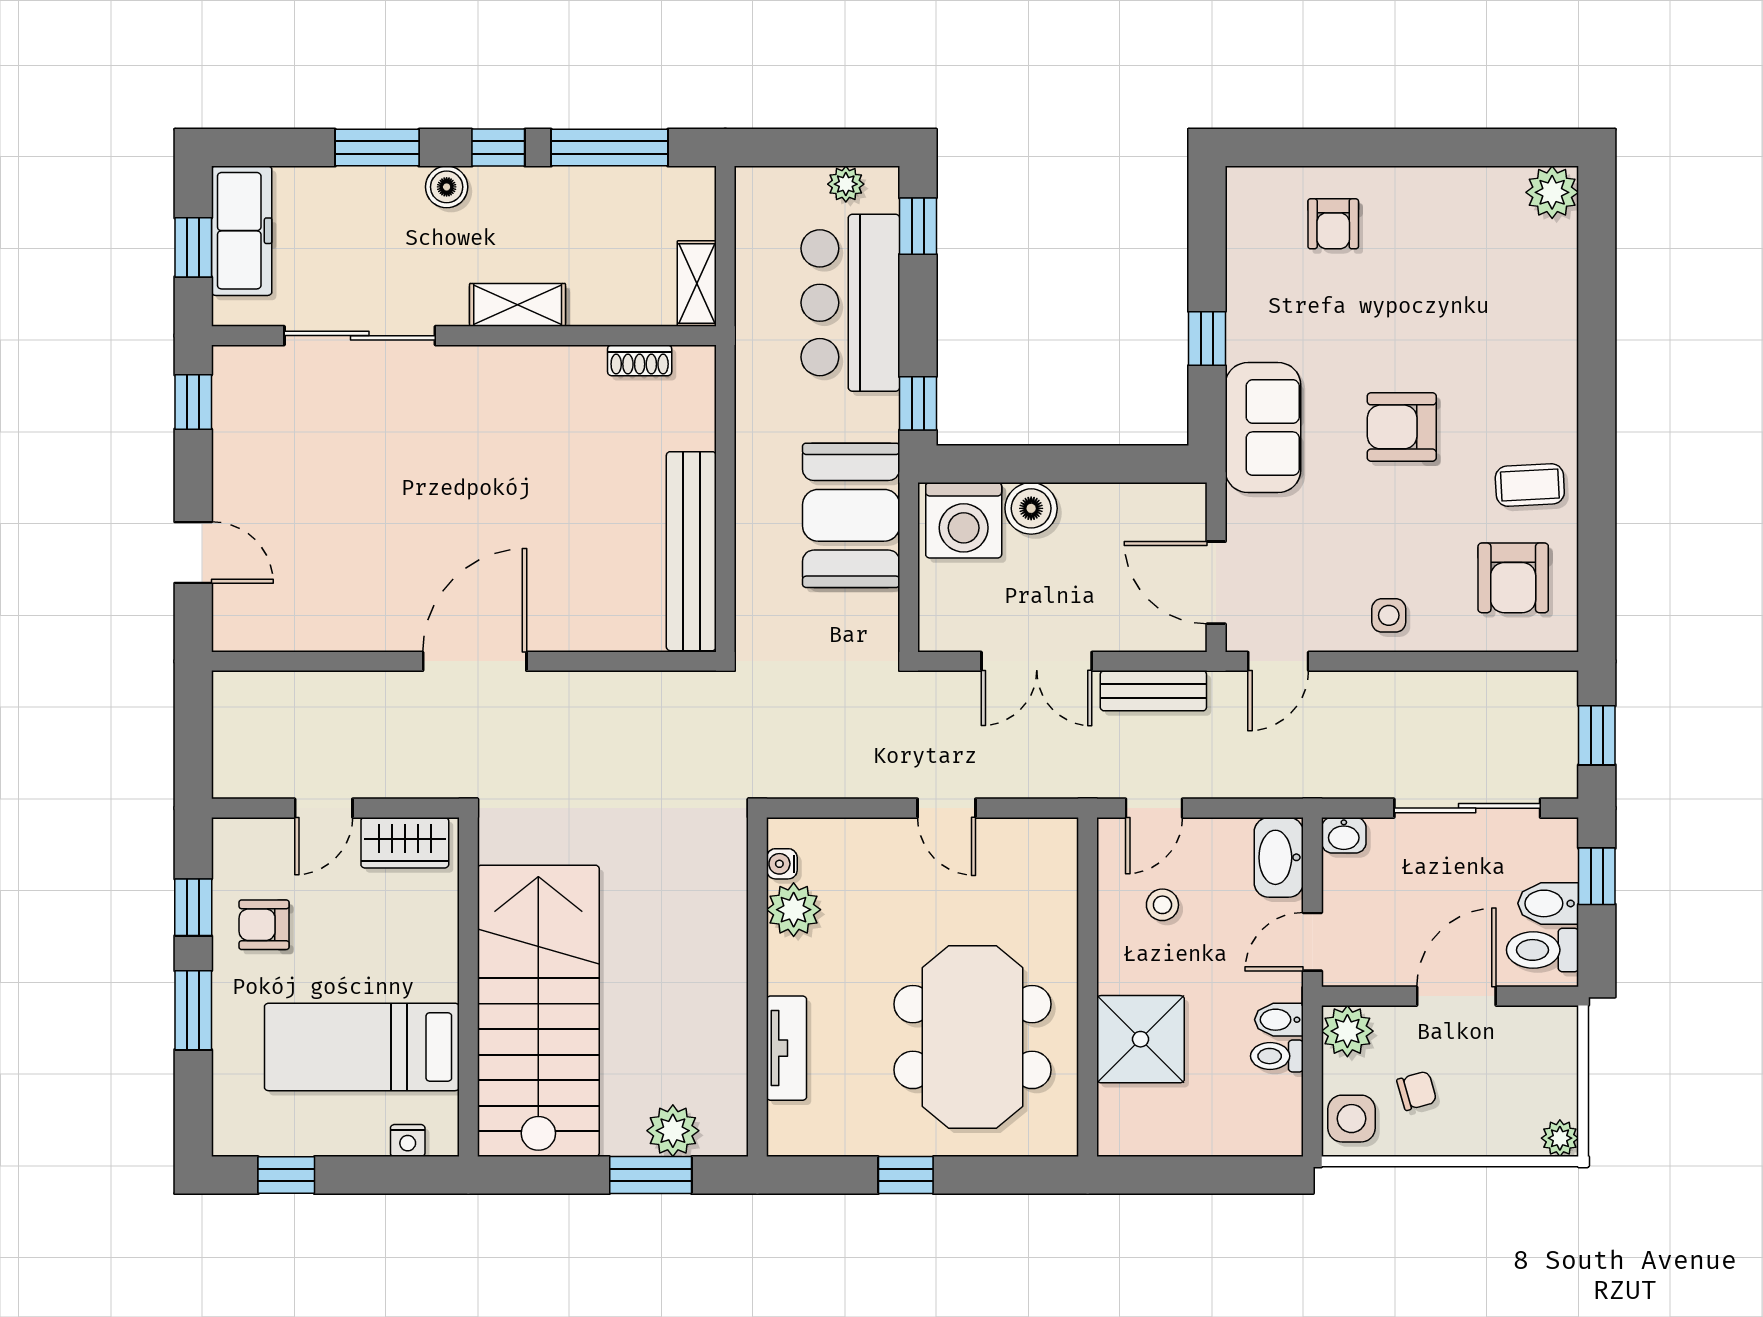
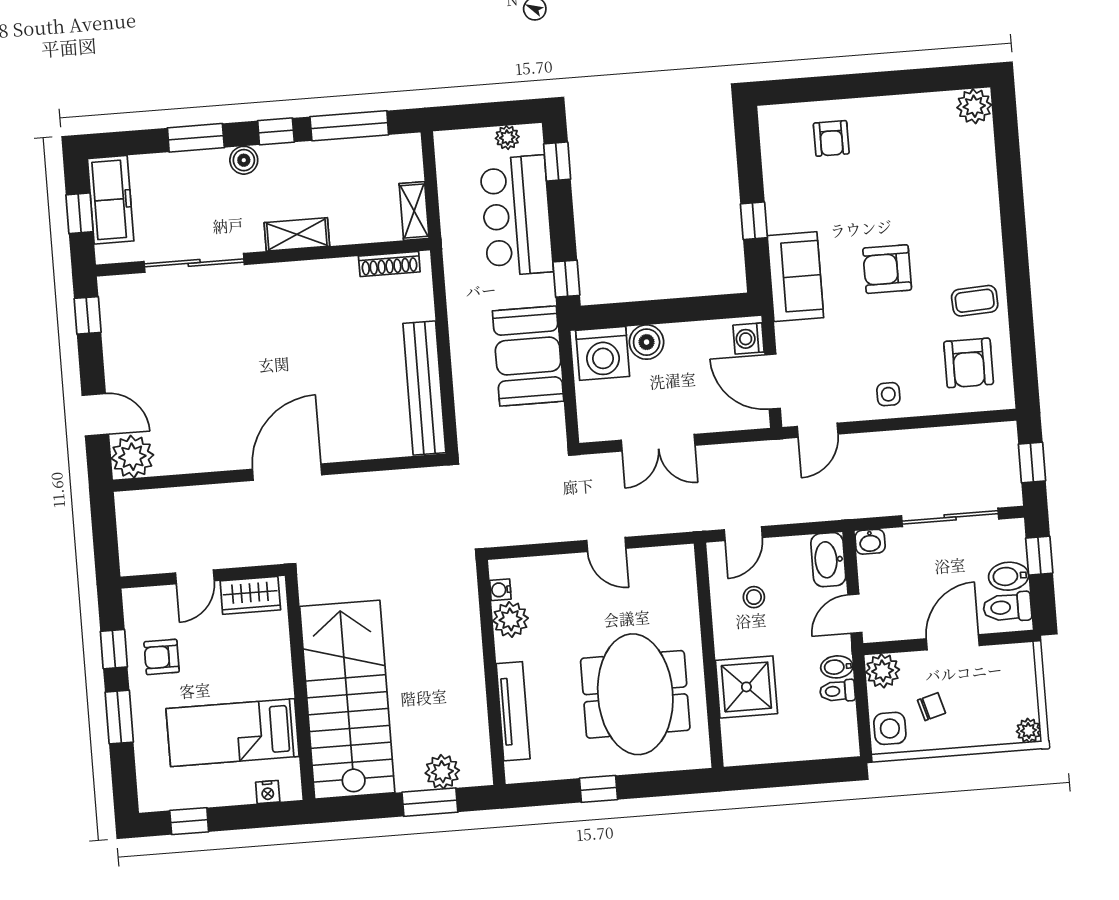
shoe rack: (640, 360) -> (389, 264), width x1.43
washing machine: (1185, 515) -> (749, 339), added
plant: (244, 620) -> (132, 457), added
bench: (1153, 691) -> (737, 456), removed
tv unit: (787, 1048) -> (513, 711), width x1.41

